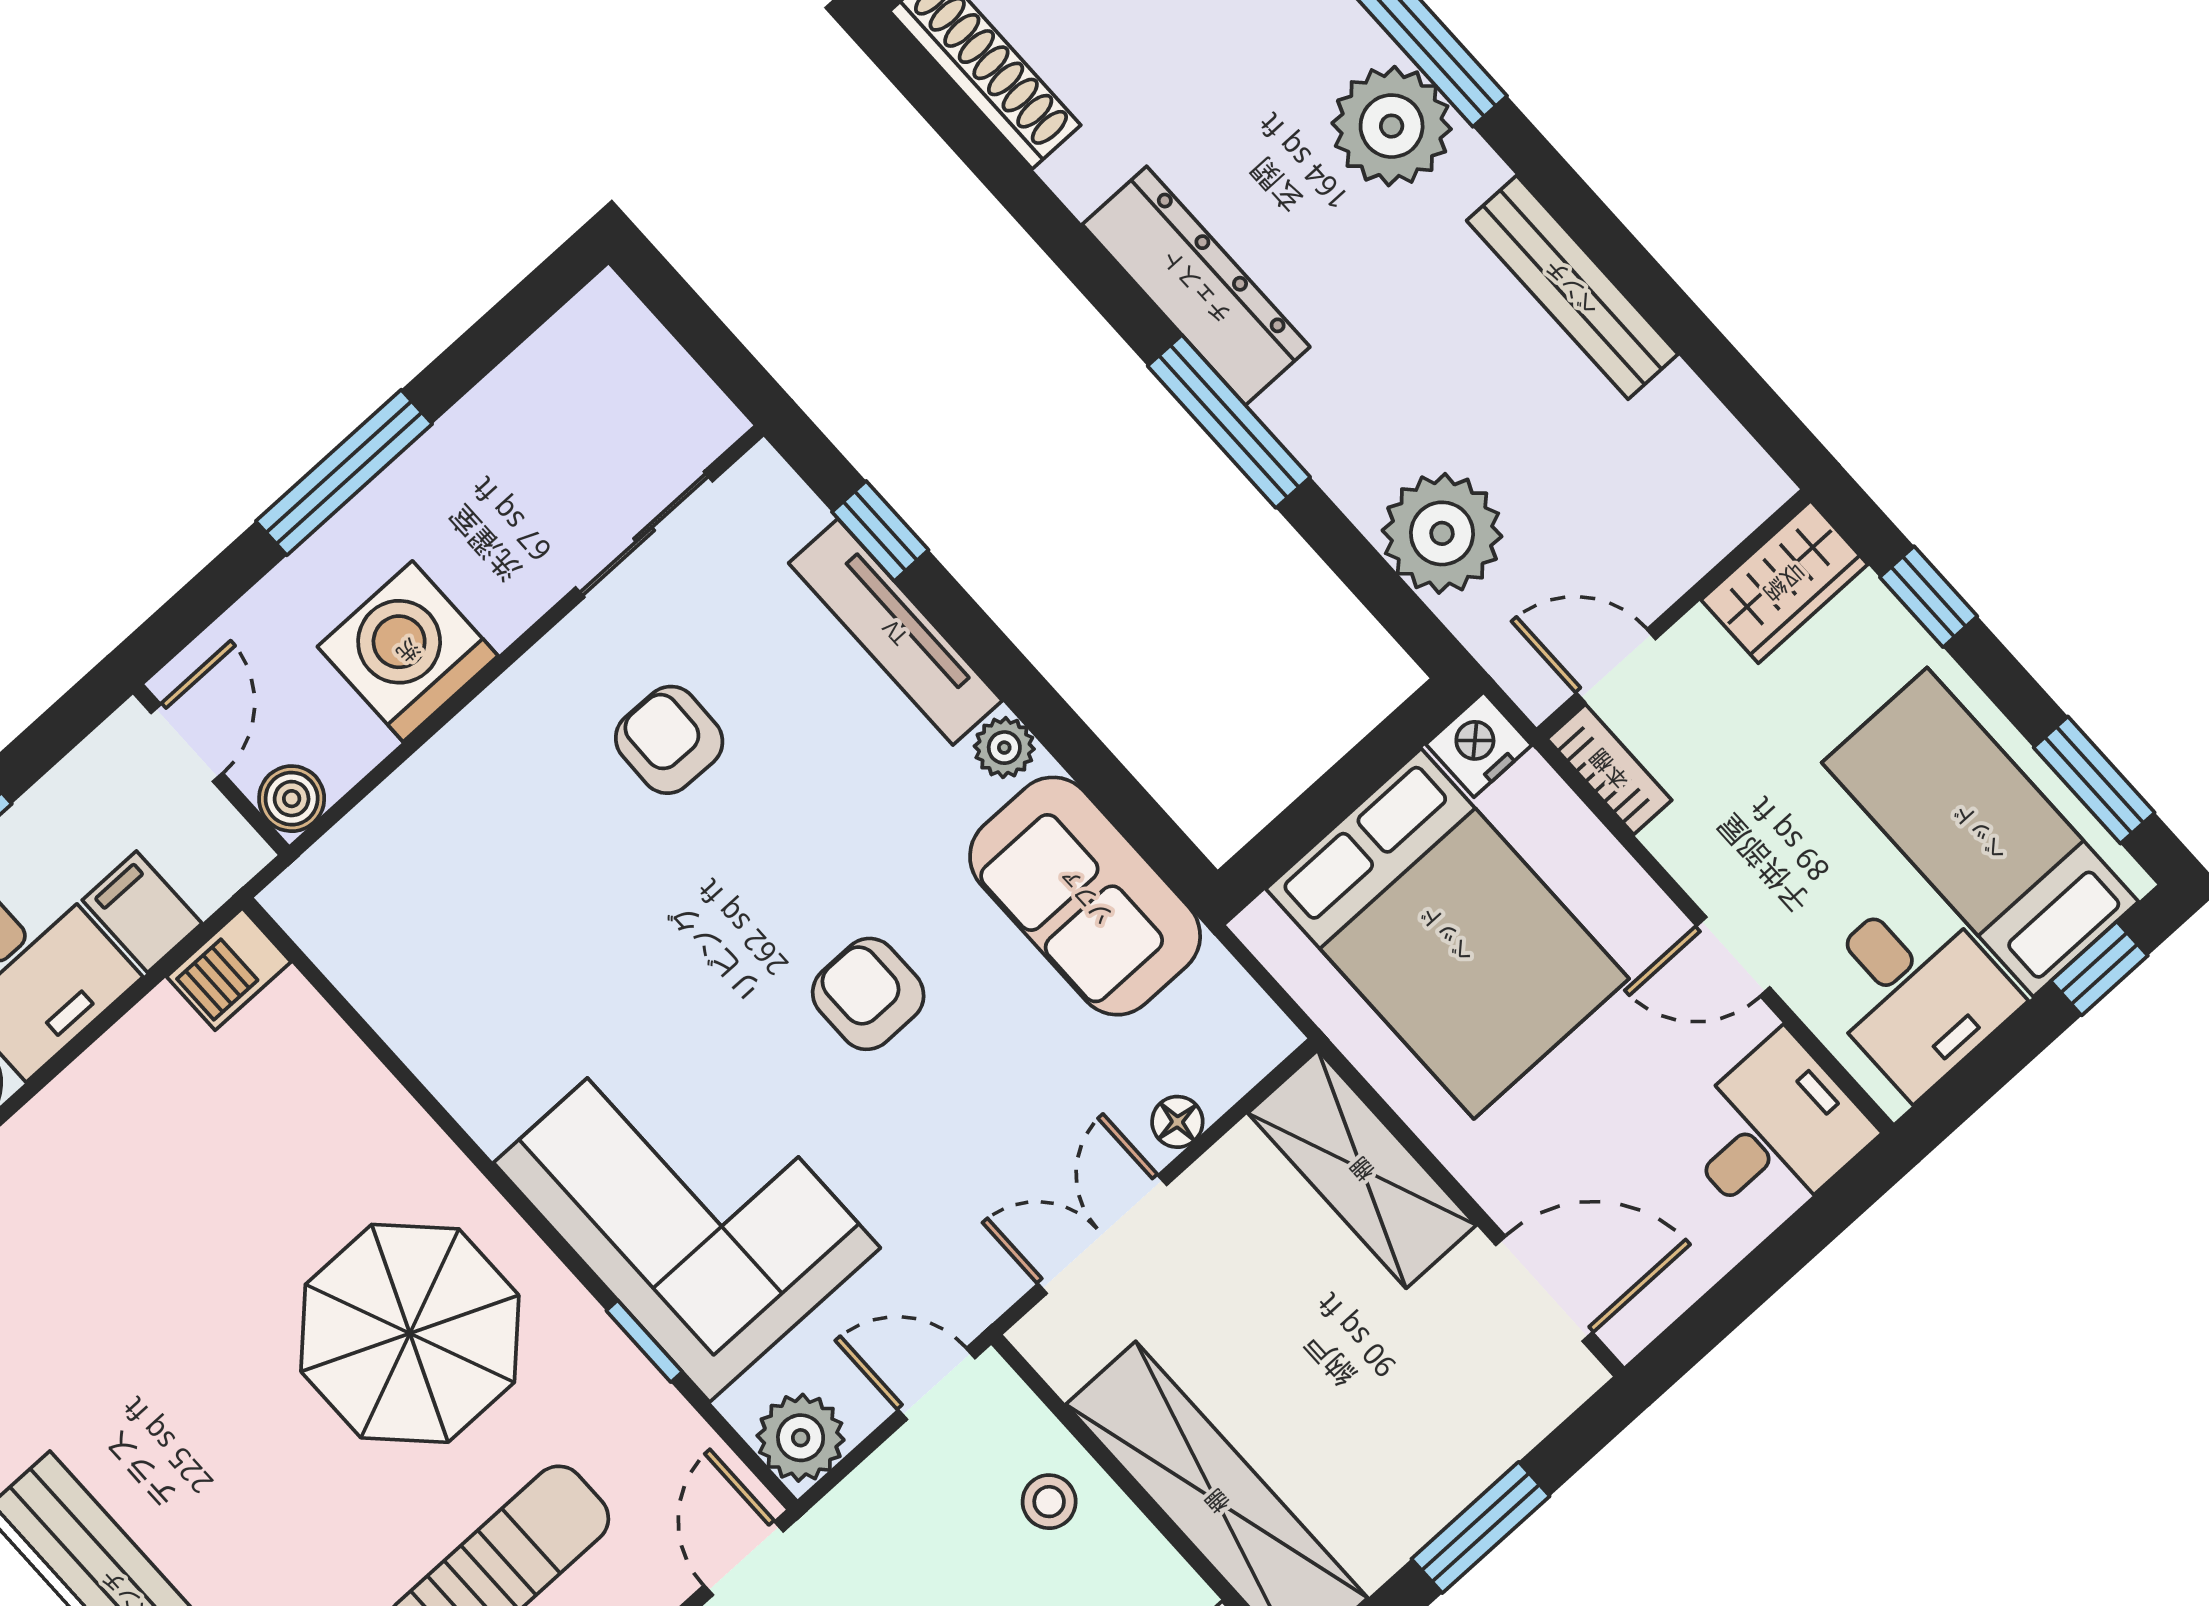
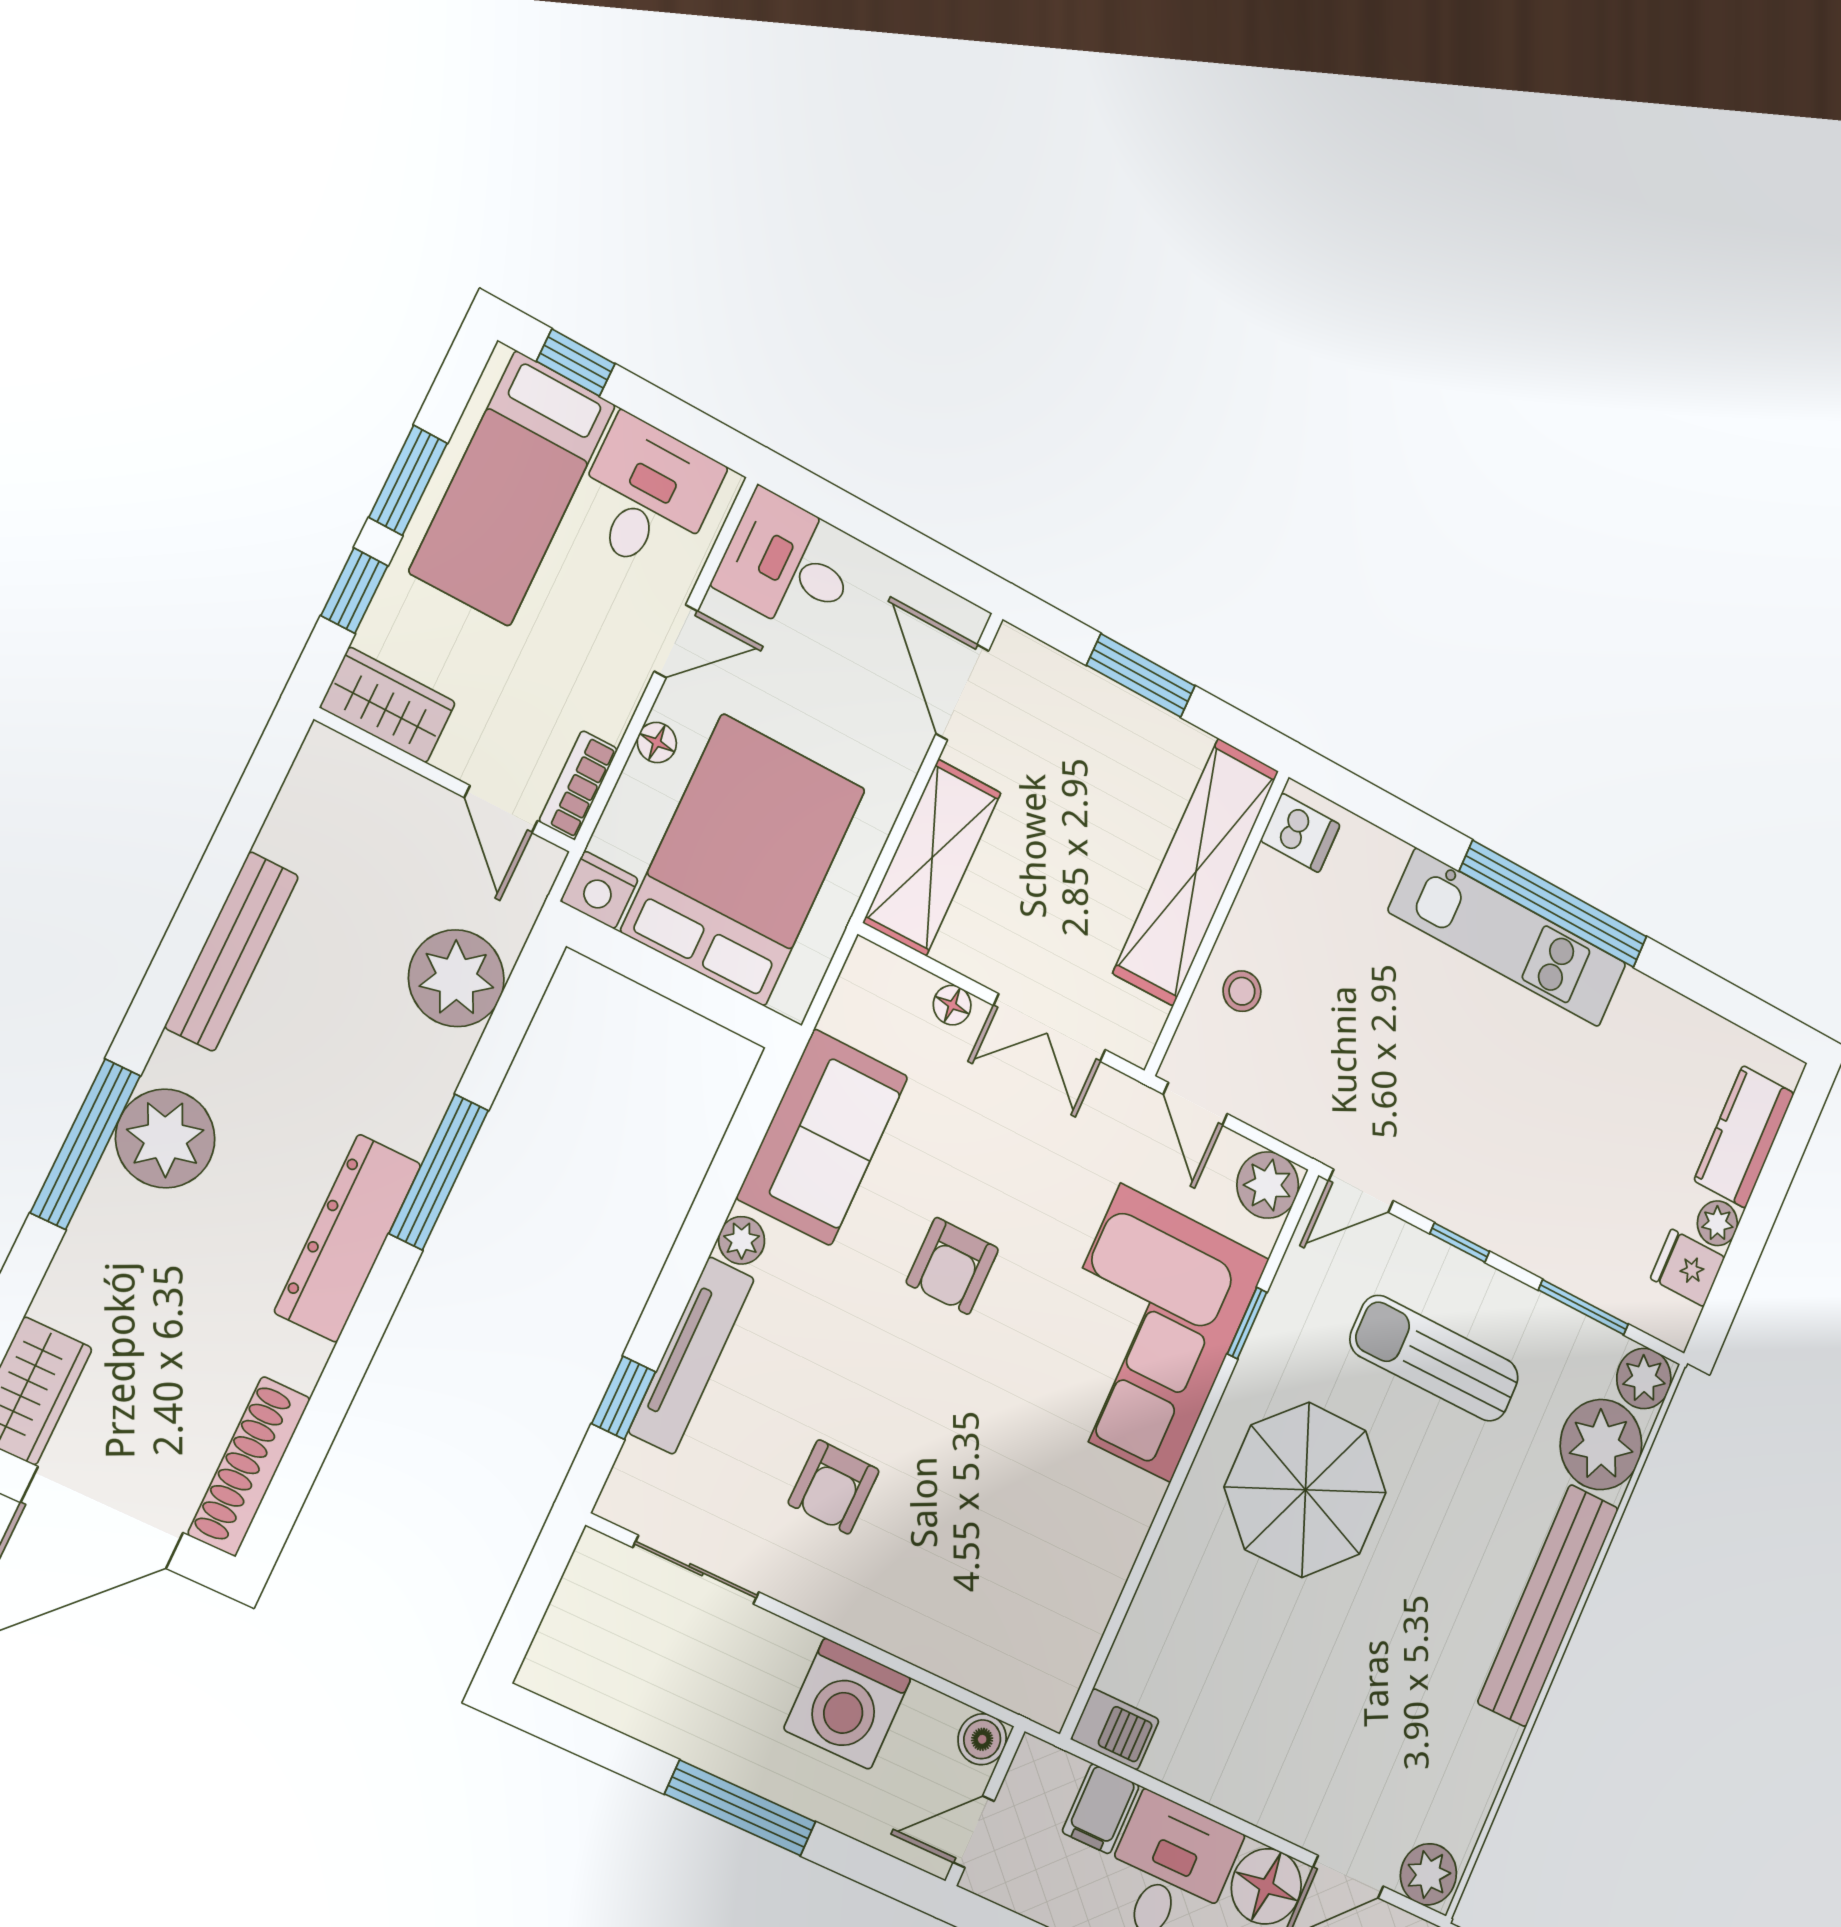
window: (2094, 780) -> (408, 480), moved
floor lamp: (1624, 885) -> (657, 743), added
door: (1733, 957) -> (676, 641), hinge flipped

